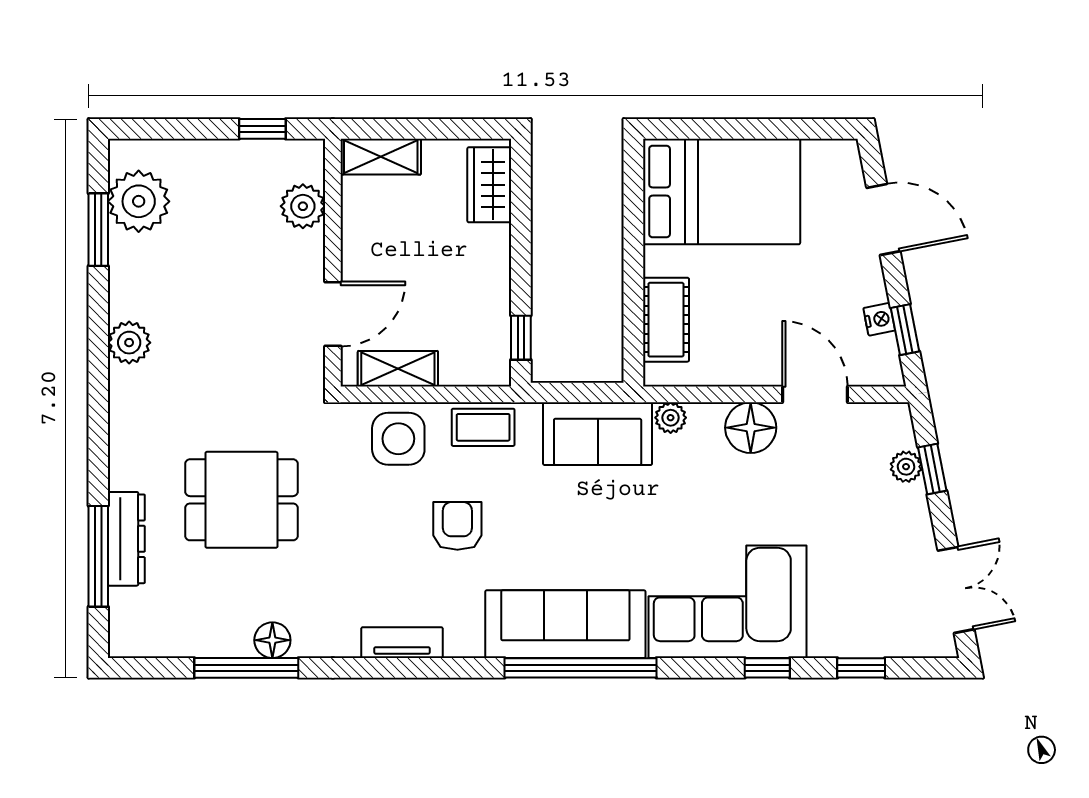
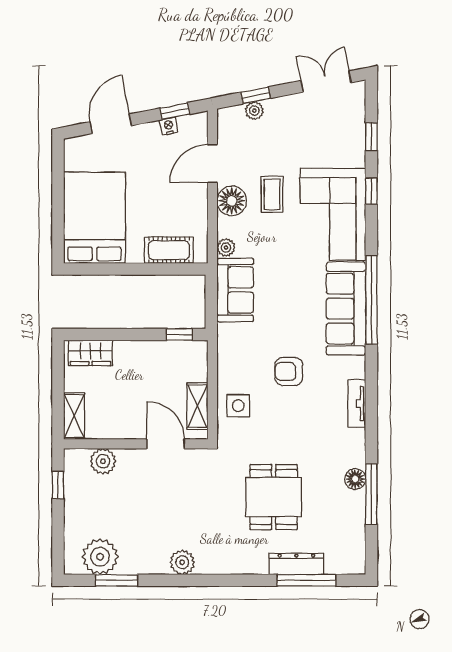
coffee table: (483, 427) -> (272, 194), moved
side table: (398, 439) -> (238, 406), width x0.73, depth x0.73

